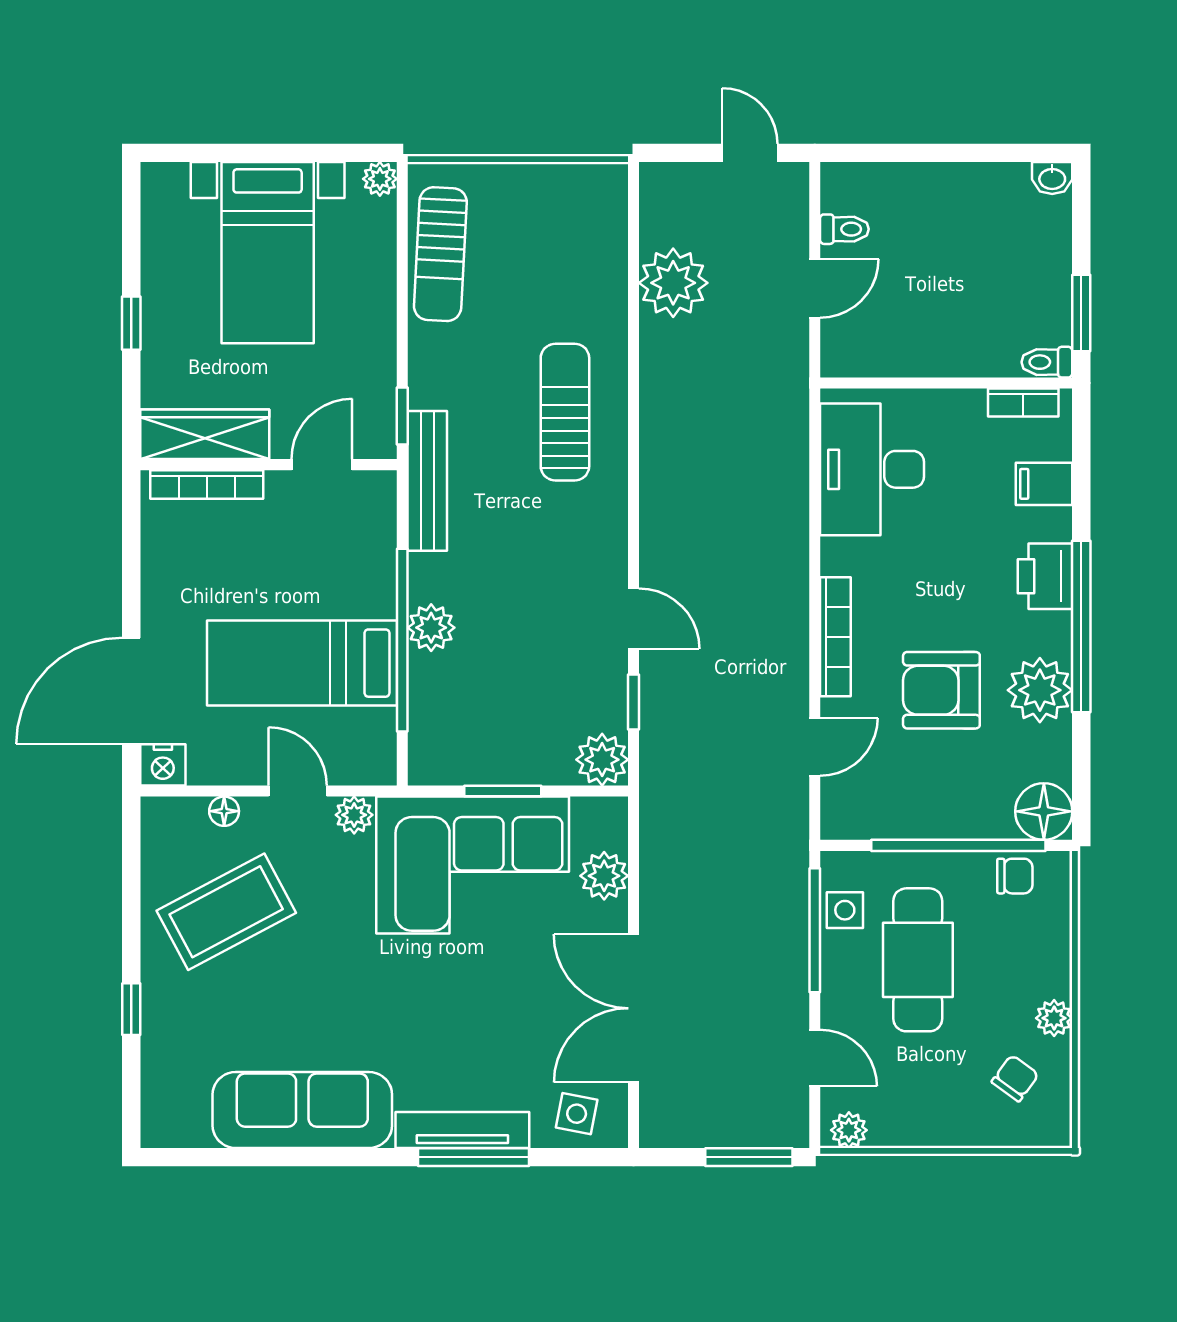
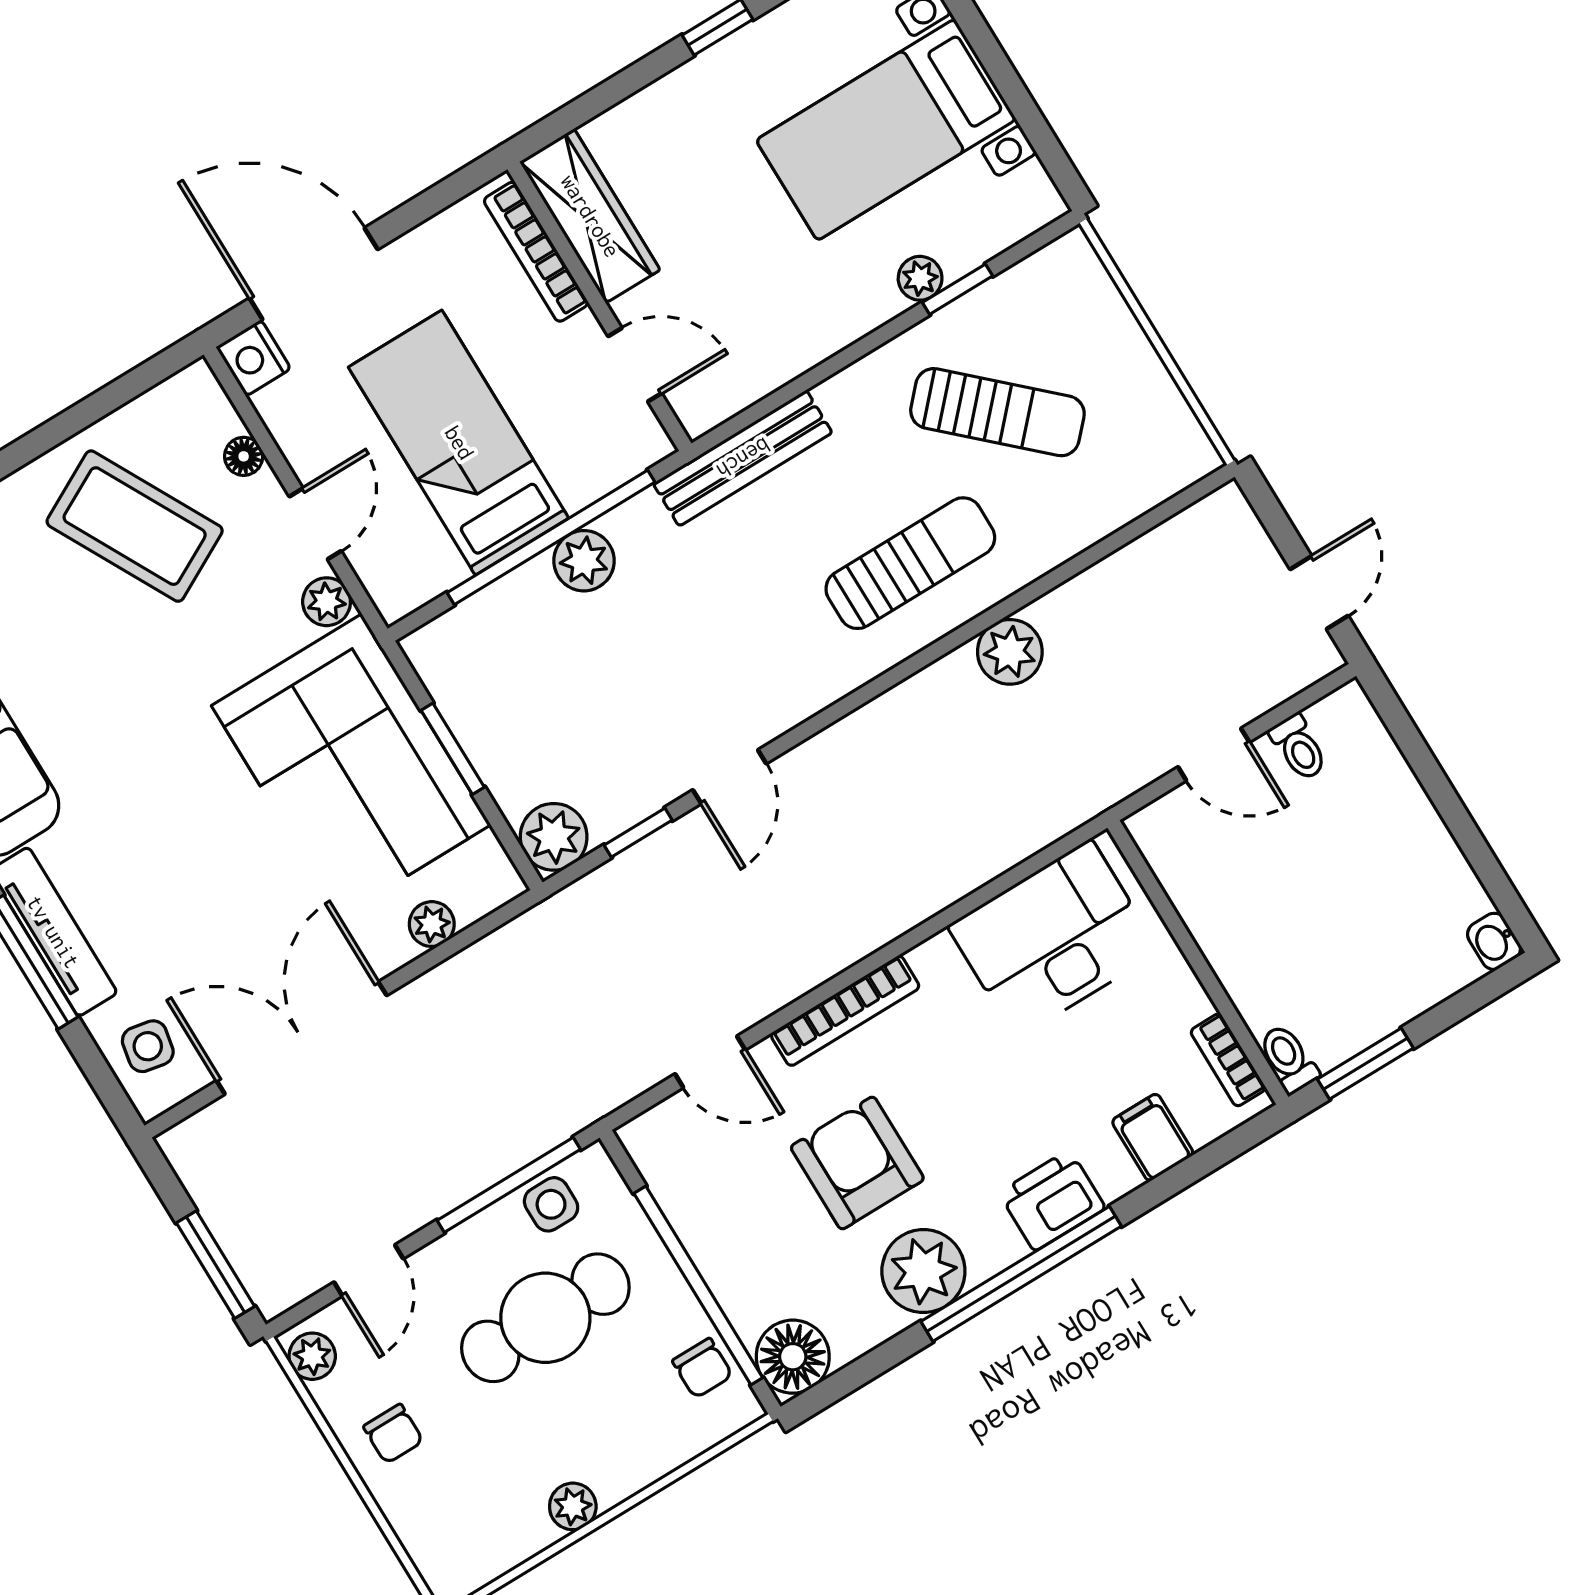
plant: (380, 179) -> (920, 278), moved
sun lounger: (440, 254) -> (997, 412), moved, turned -140
plant: (673, 283) -> (1010, 652), moved, width x0.73, depth x0.73
window: (402, 416) -> (958, 289), moved
wardrobe: (205, 434) -> (590, 216), moved
wall: (269, 465) -> (599, 306), moved
door: (322, 465) -> (635, 365), moved
bookcase: (207, 485) -> (536, 252), moved
plant: (604, 876) -> (432, 924), width x0.73, depth x0.73
chair: (1015, 1078) -> (393, 1434), moved, turned 54

